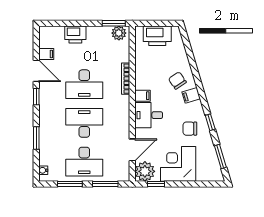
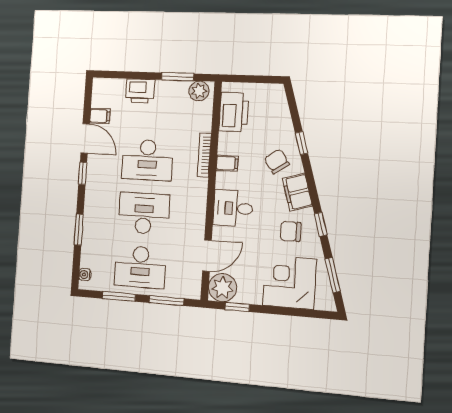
window: (114, 23) -> (178, 77), moved
printer: (157, 36) -> (234, 112), moved, turned -90
window: (194, 67) -> (302, 143), added
filing cabinet: (191, 95) -> (297, 192), width x2.00
filing cabinet: (142, 96) -> (227, 163), moved
corner desk: (178, 164) -> (290, 282), moved

